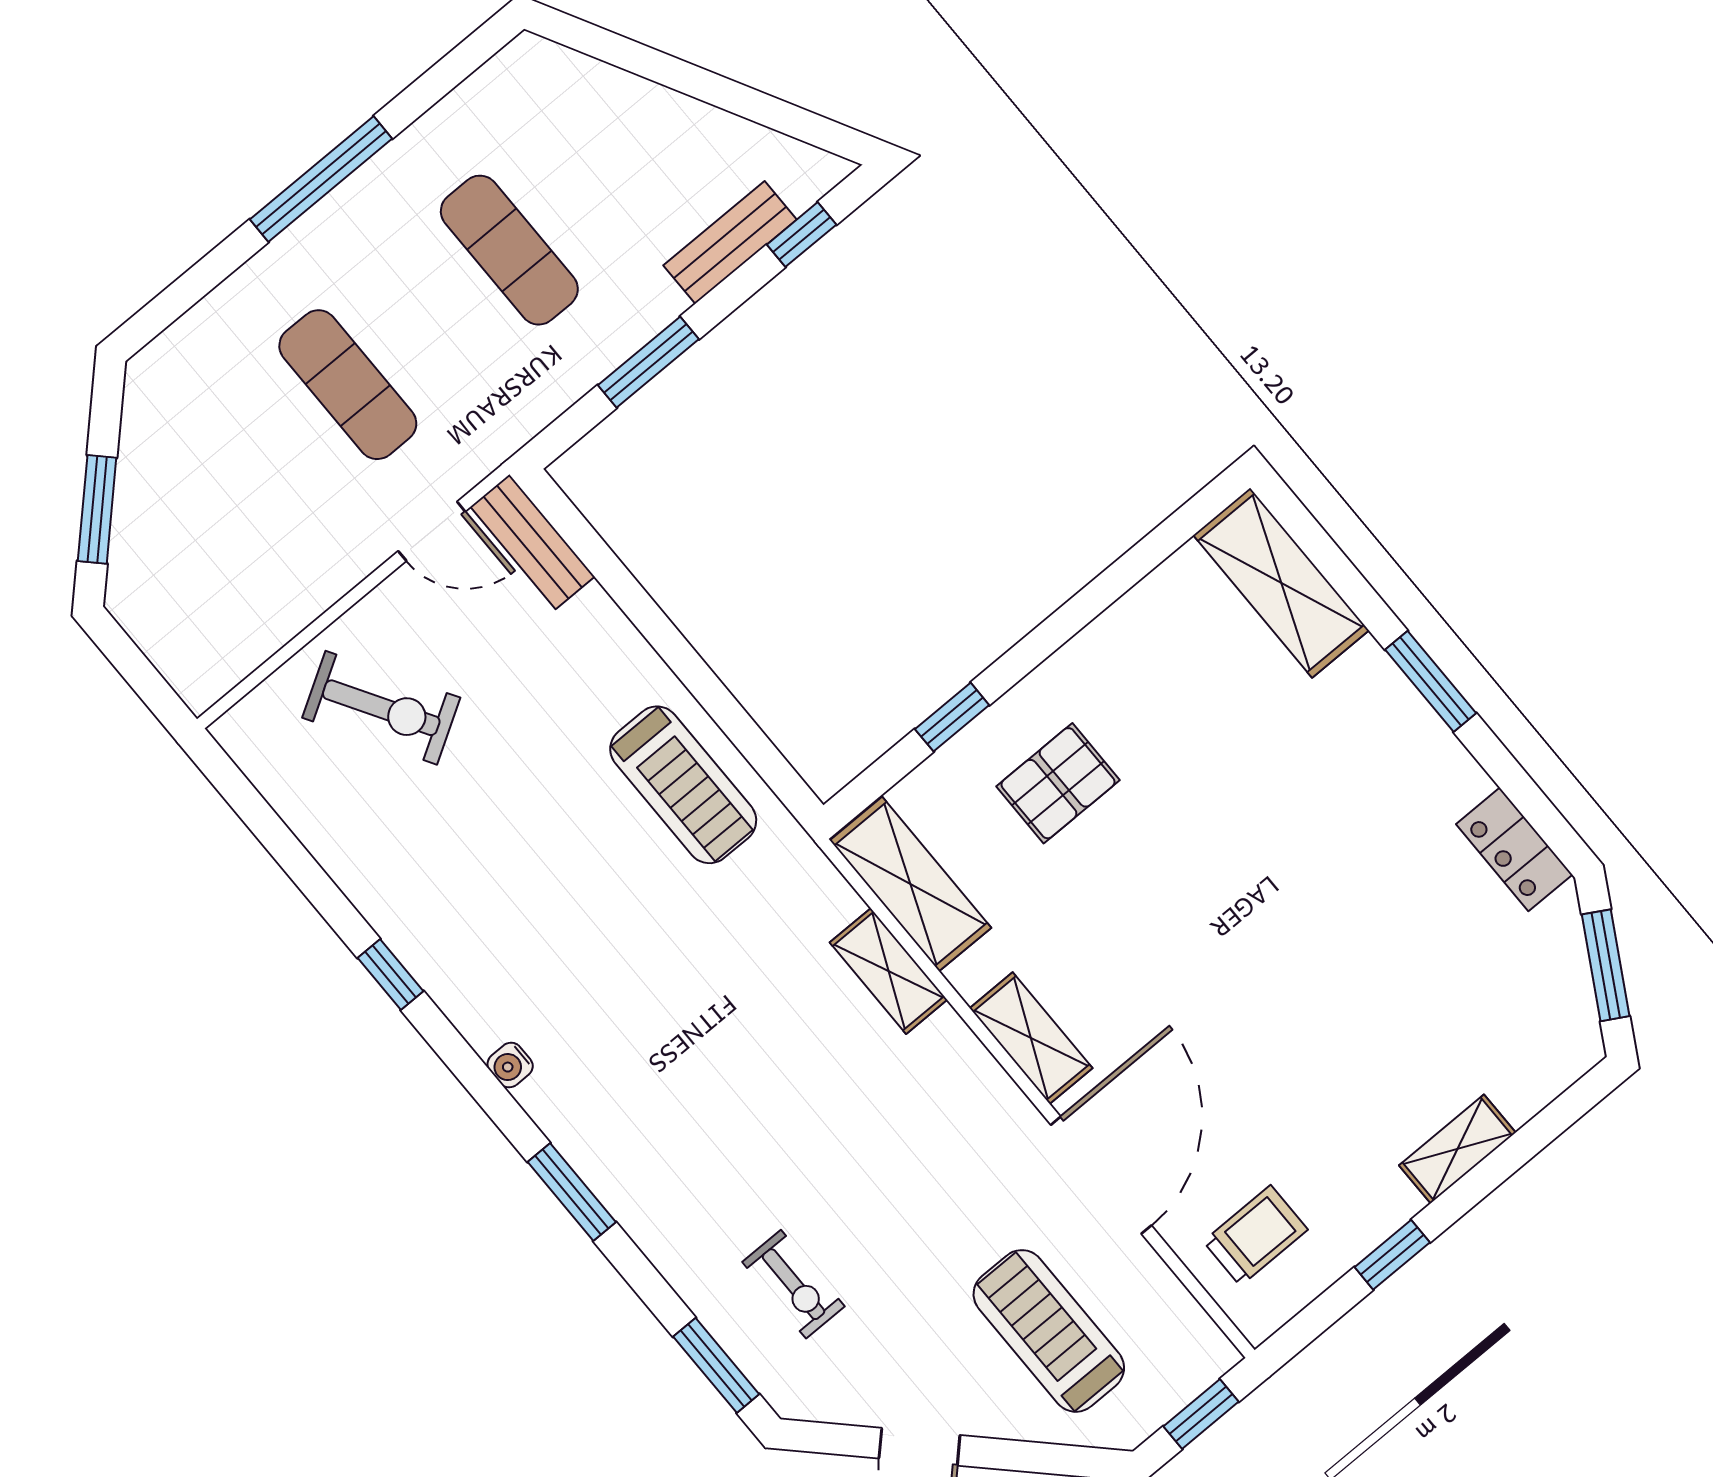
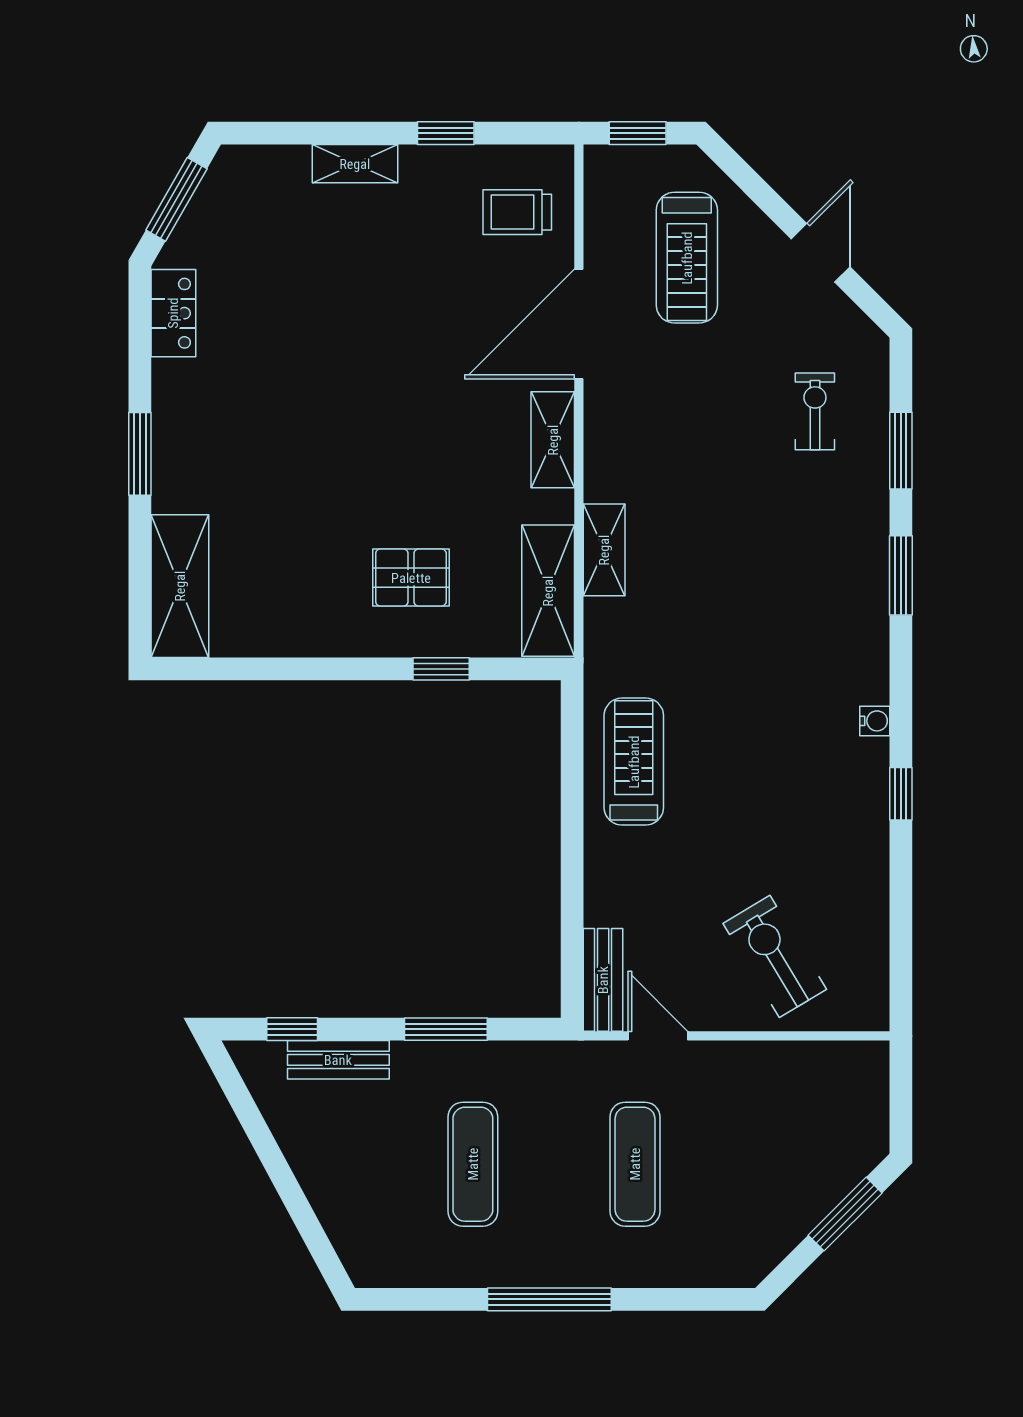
water cooler: (510, 1065) -> (875, 721), moved
window: (716, 1365) -> (901, 451), moved

